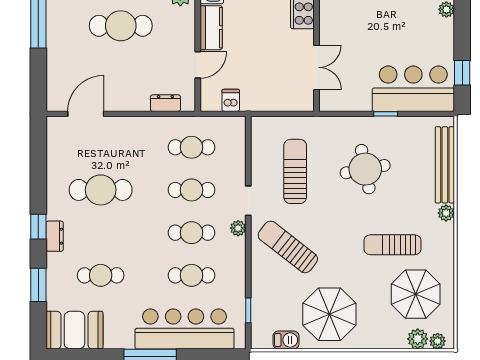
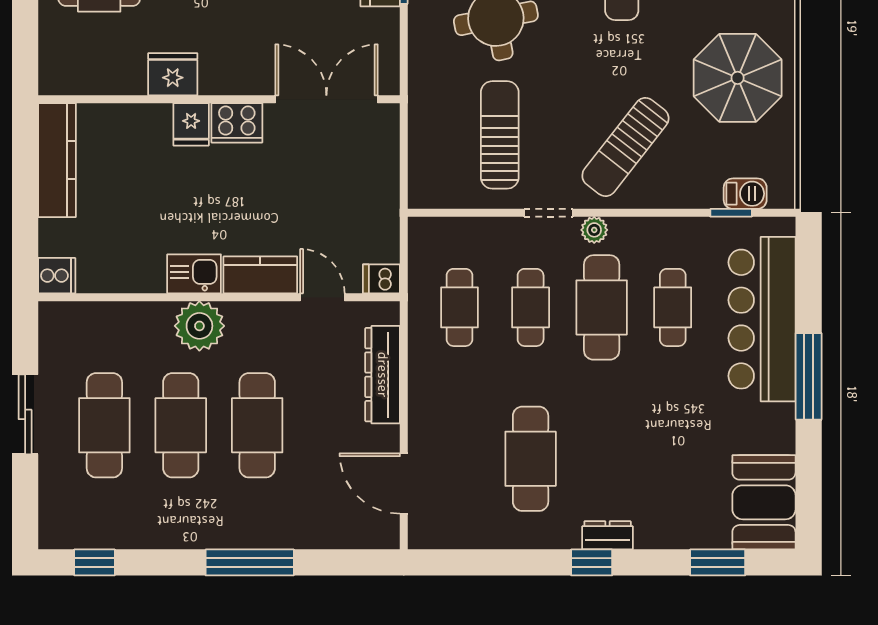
double door: (316, 67) -> (326, 99), width x1.37
dishwasher: (231, 100) -> (381, 279), moved
dresser: (165, 103) -> (383, 375), width x1.96, depth x1.24
sun lounger: (295, 171) -> (500, 135), turned 90
cafe table: (192, 233) -> (602, 307), width x1.37, depth x1.35
cafe table: (101, 275) -> (673, 459), removed
window: (38, 285) -> (718, 562), moved
barbecue: (286, 340) -> (745, 194), moved, turned 90

